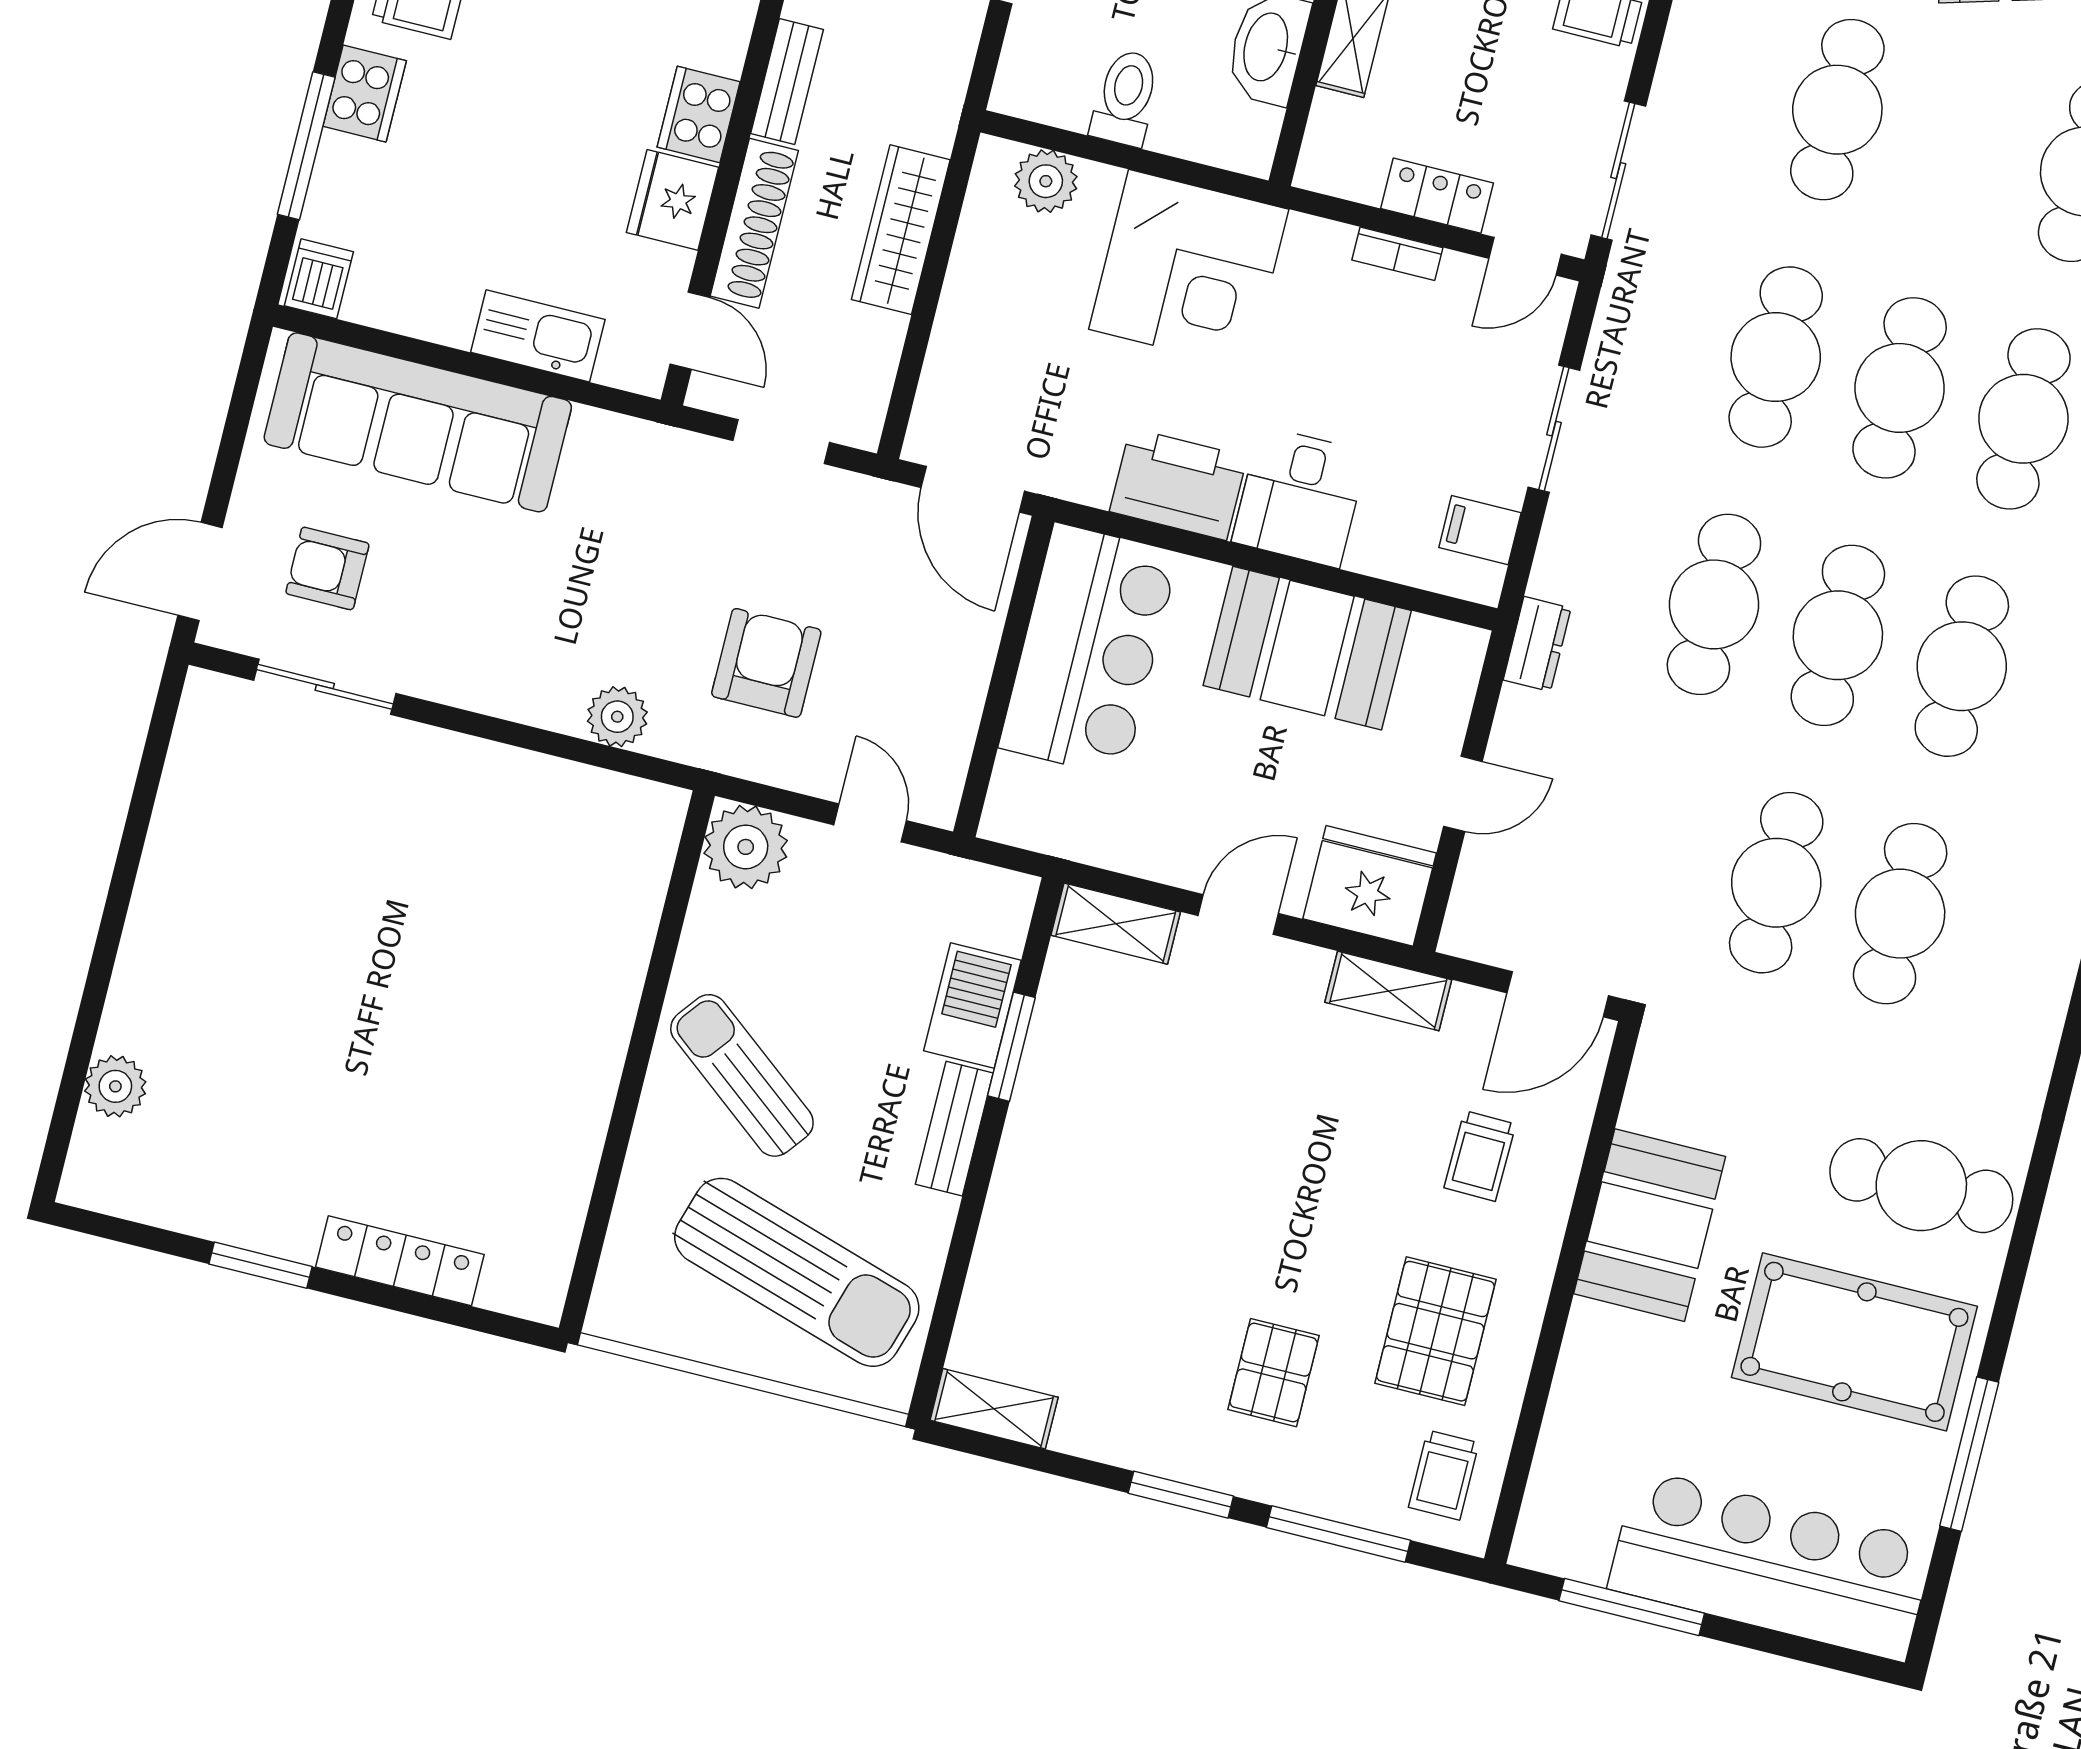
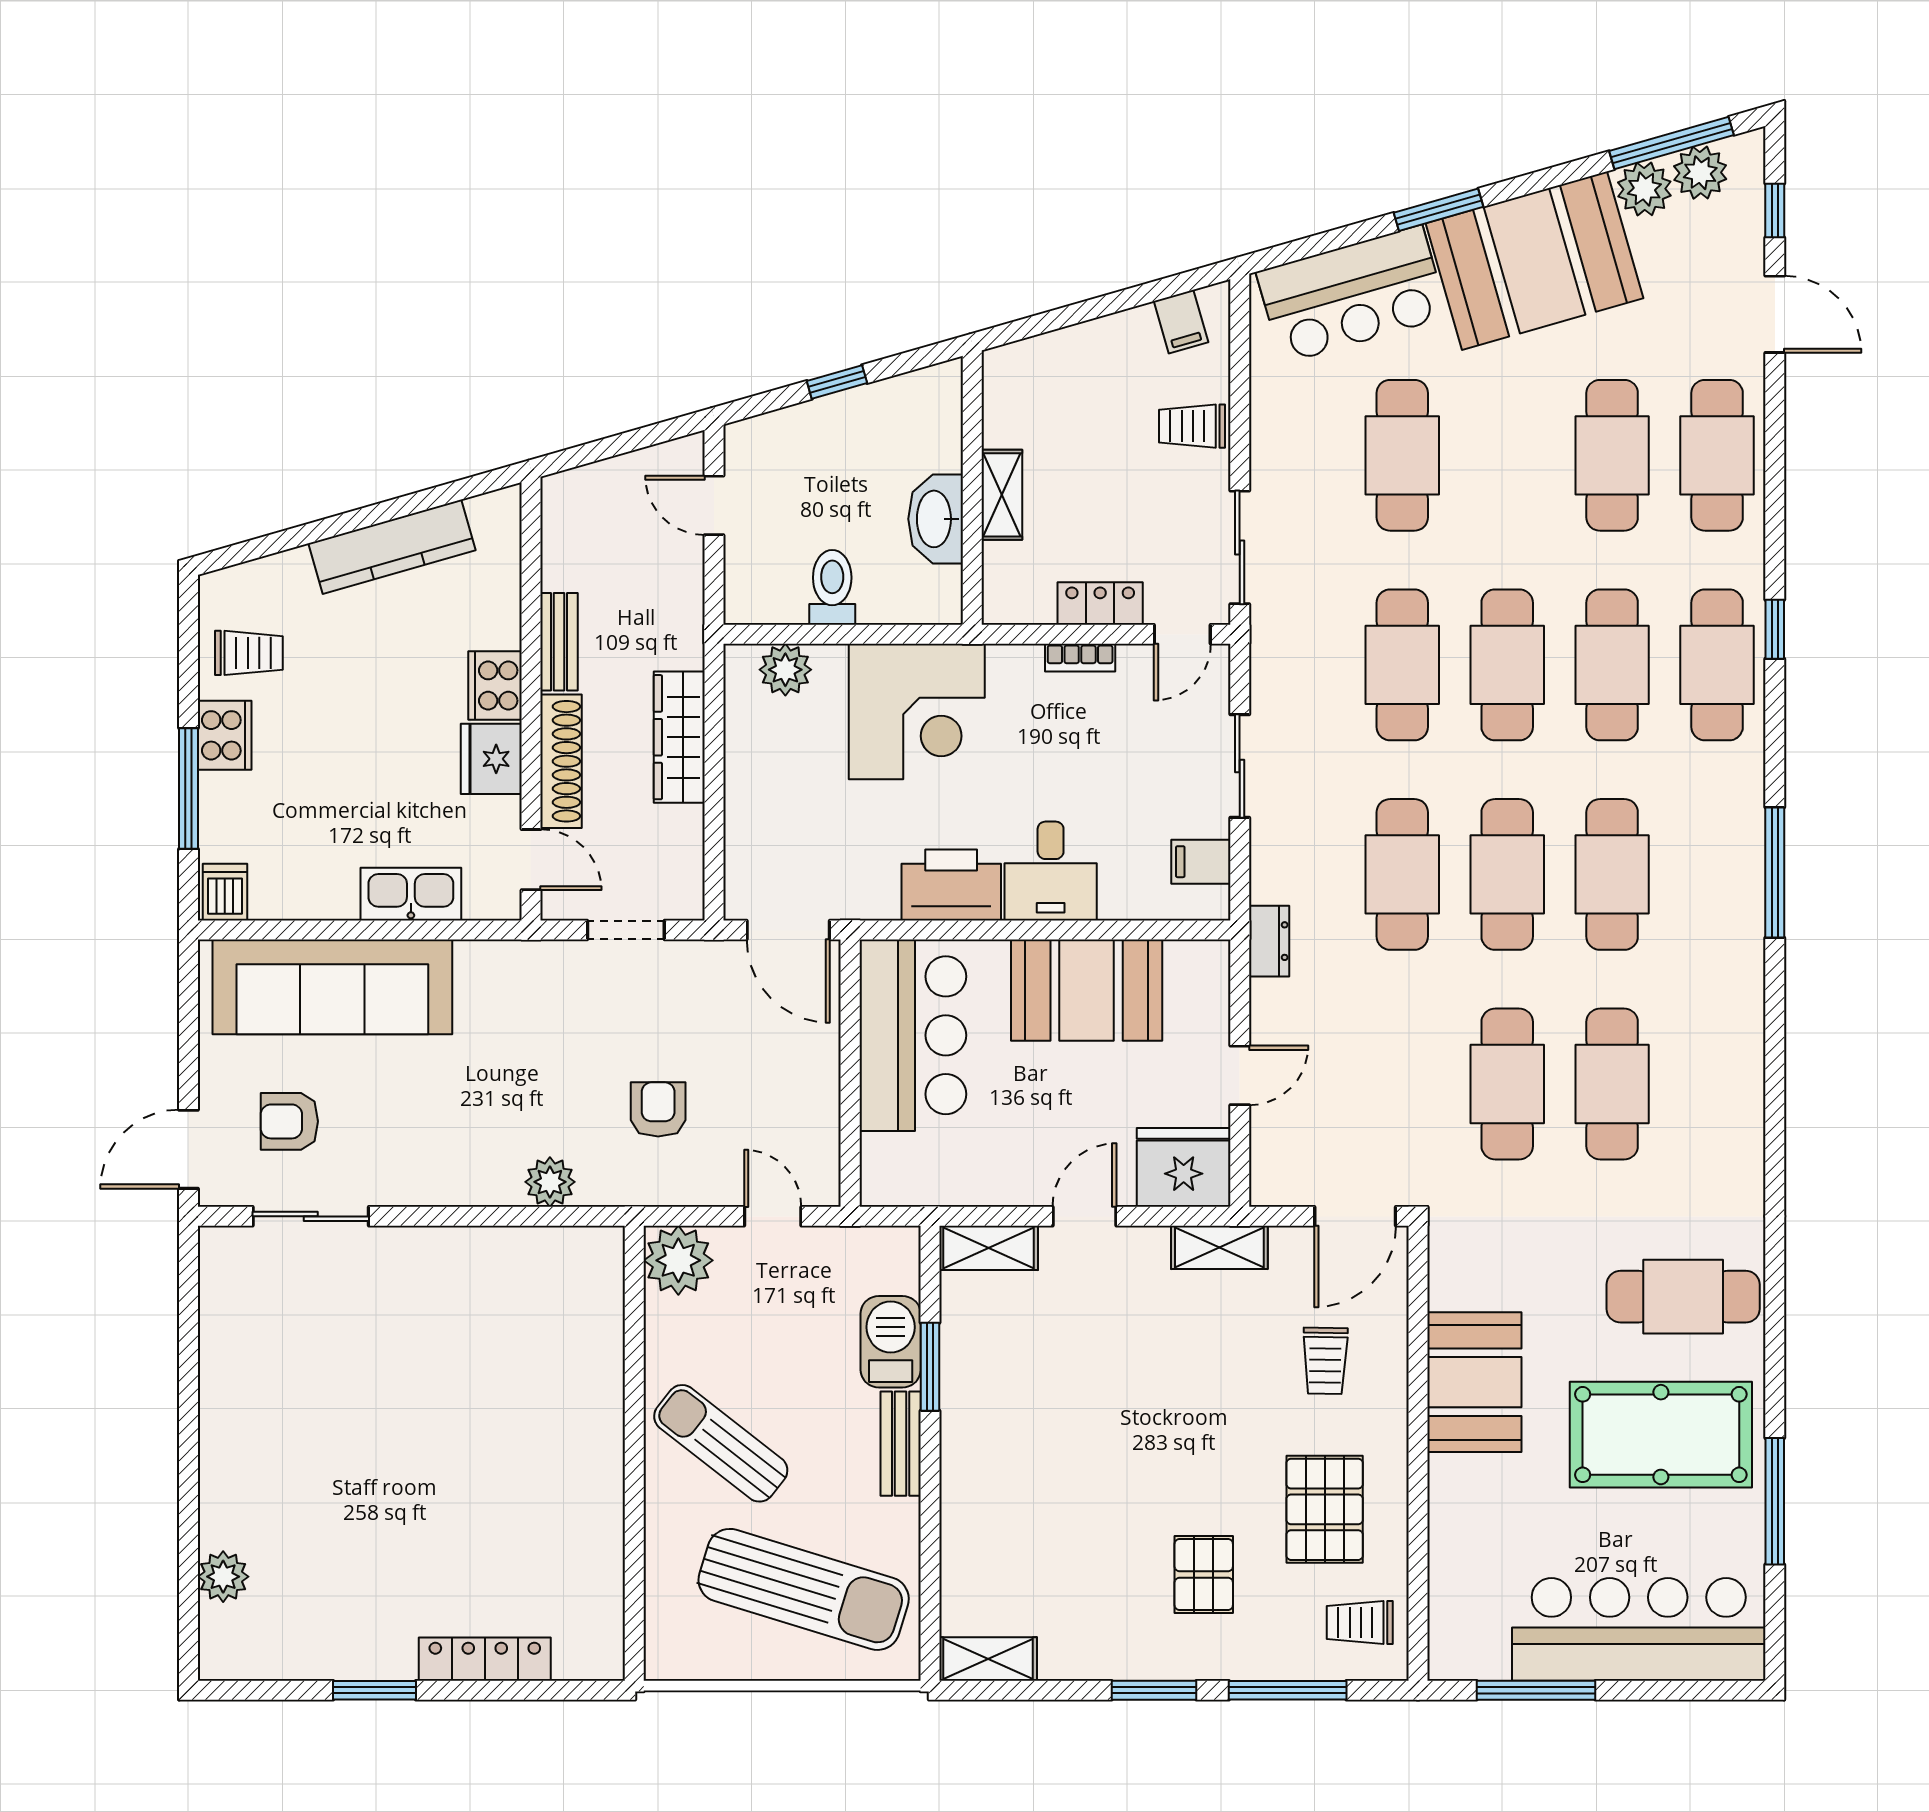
armchair: (766, 663) -> (658, 1109), width x0.72, depth x0.72
trolley: (1444, 1475) -> (1360, 1622), turned 90

